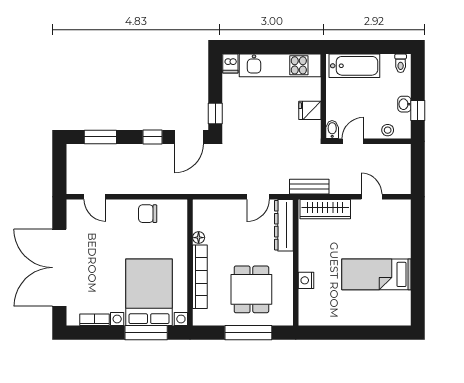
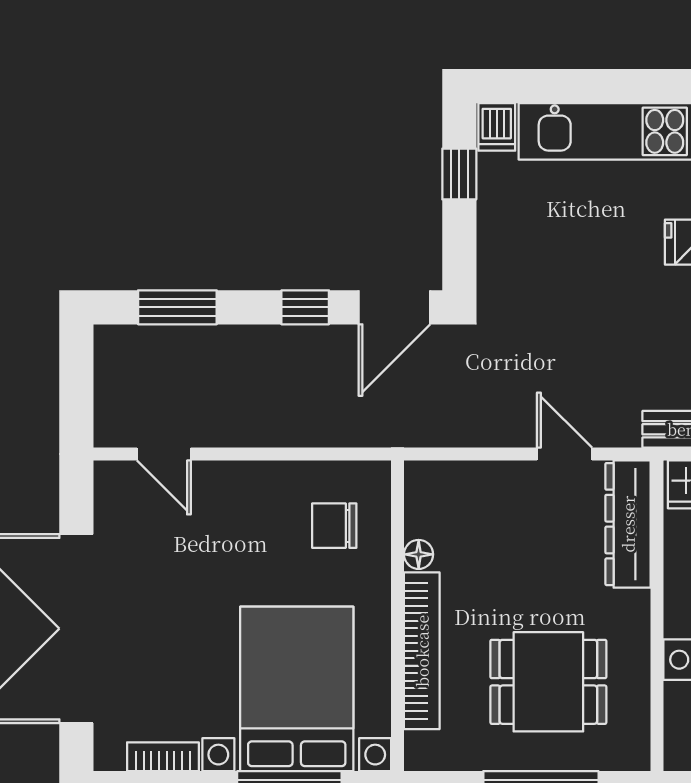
window: (215, 114) -> (459, 174), moved
door: (258, 197) -> (565, 454), swing flipped
chair: (148, 214) -> (334, 526), moved
dining table: (251, 289) -> (548, 682), turned 90

